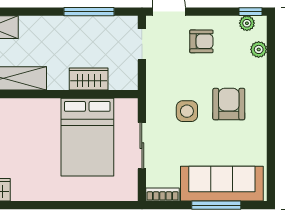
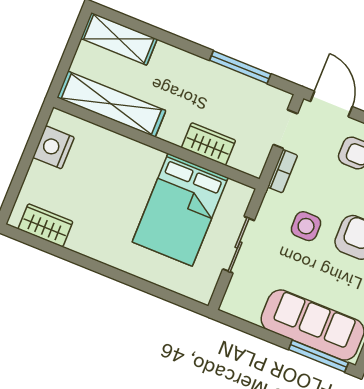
bookcase: (163, 194) -> (283, 171), moved, turned 90
window: (216, 205) -> (318, 356), moved

